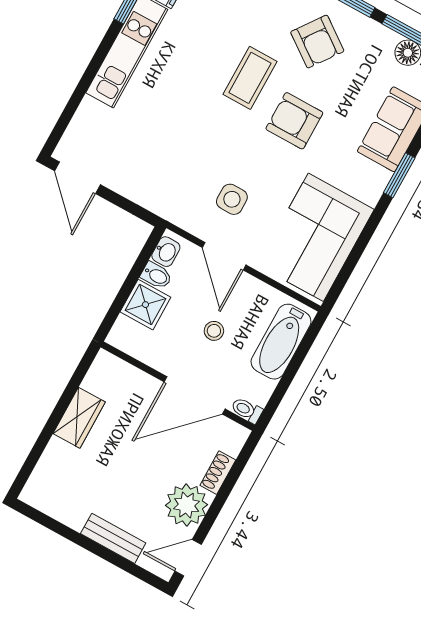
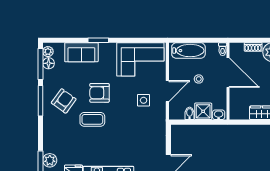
armchair: (294, 121) -> (99, 93), turned 90
washbasin: (166, 252) -> (219, 115), moved

